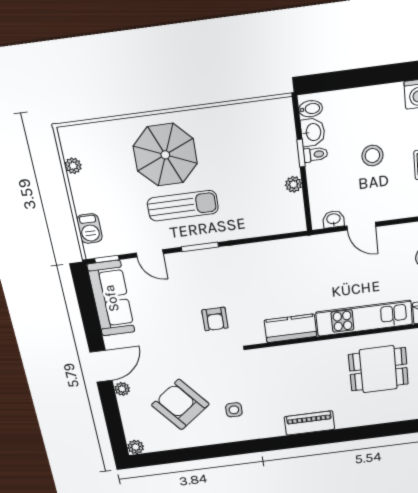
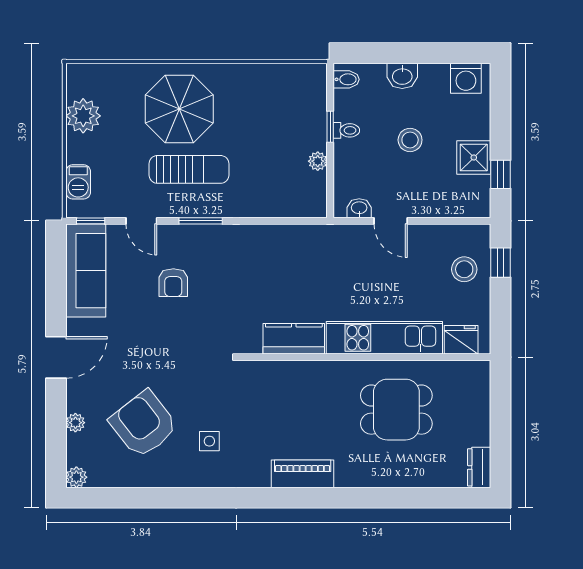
washbasin: (313, 132) -> (402, 76), moved, turned 90
plant: (73, 166) -> (83, 116), width x1.87, depth x1.87
armchair: (215, 319) -> (173, 283), moved
plant: (122, 389) -> (75, 423), moved

